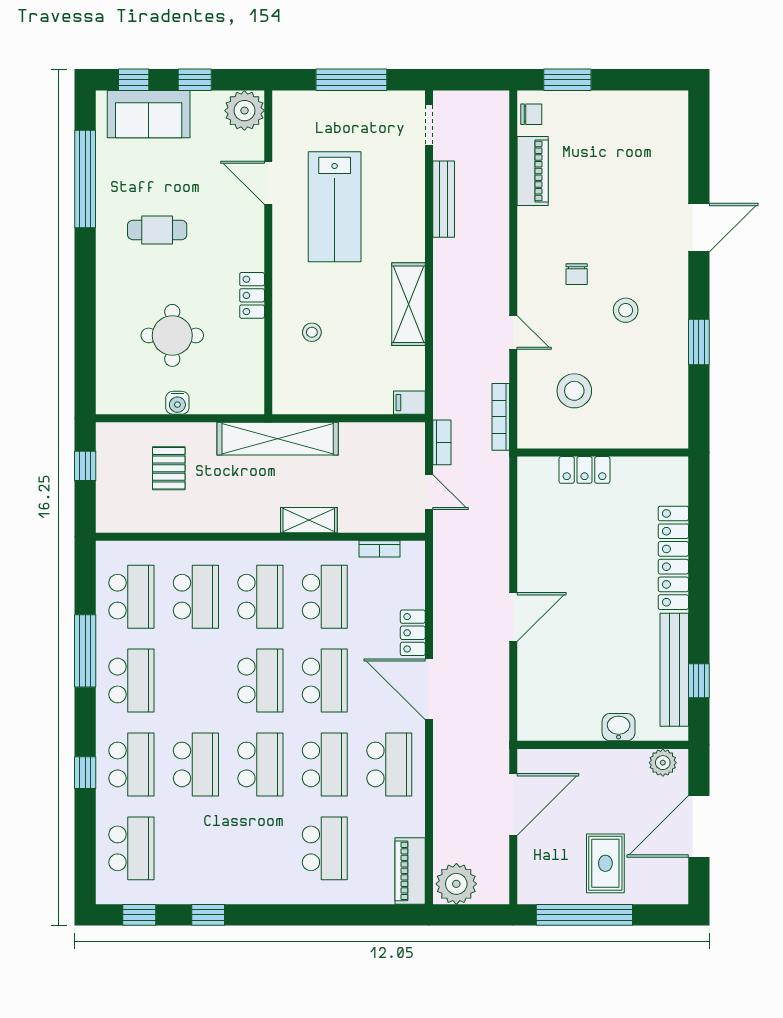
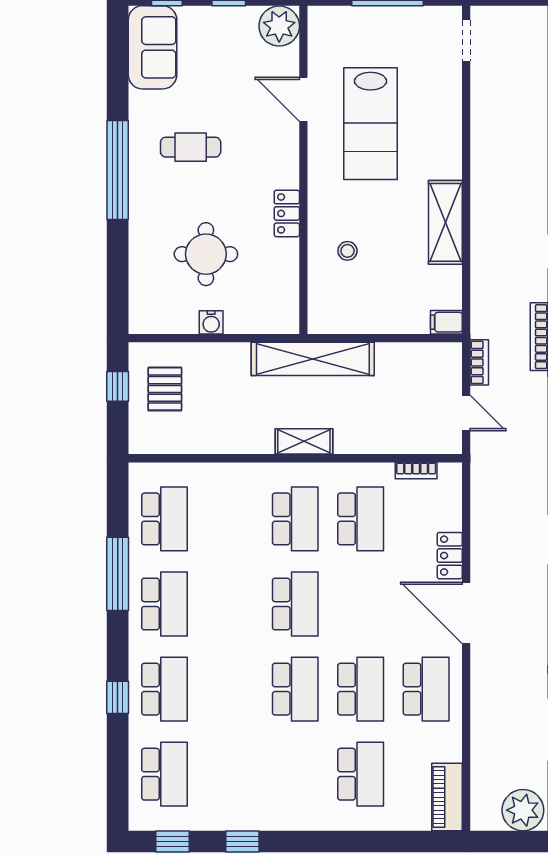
sofa: (149, 114) -> (153, 47), moved, turned -90
window: (85, 179) -> (118, 170), moved
bench: (444, 199) -> (481, 116), removed
pallet: (169, 468) -> (165, 389), moved
shelving: (309, 520) -> (304, 441), moved
school desk: (196, 597) -> (230, 519), removed
school desk: (325, 681) -> (361, 604), removed
school desk: (196, 764) -> (230, 689), removed
plant: (456, 884) -> (523, 810), moved

